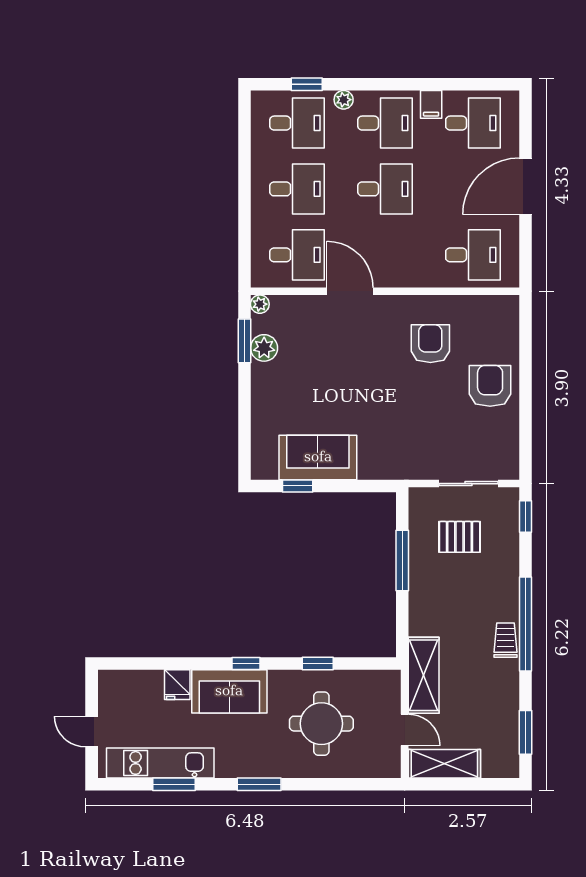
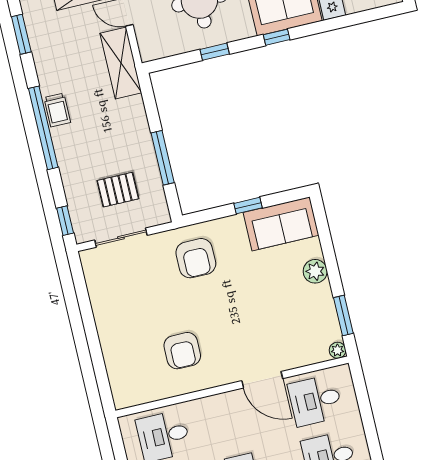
plant: (264, 348) -> (315, 271), moved
armchair: (490, 386) -> (196, 258), moved
sofa: (318, 457) -> (281, 224), moved
window: (298, 486) -> (248, 206), moved

